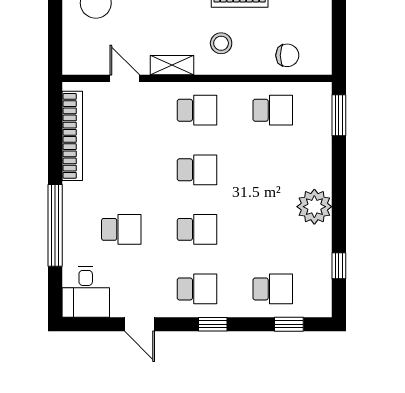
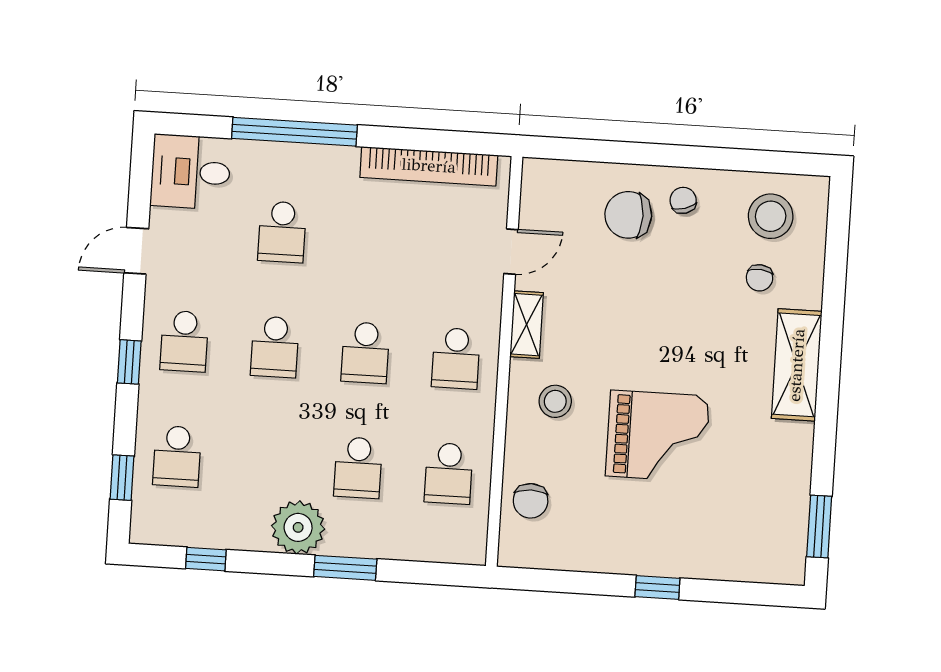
window: (339, 115) -> (345, 568), moved
school desk: (273, 170) -> (358, 468), added

